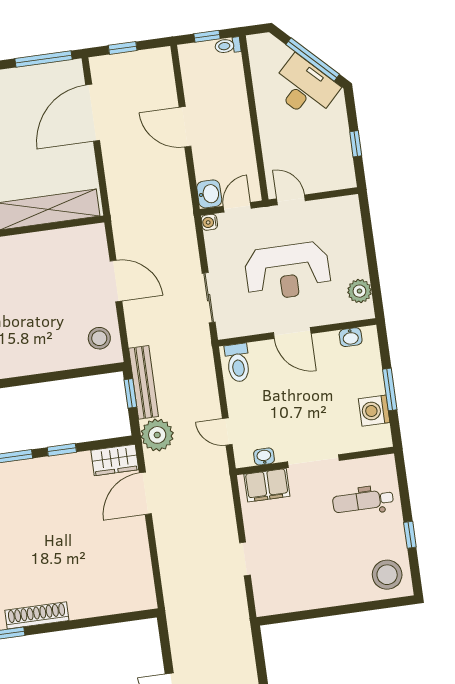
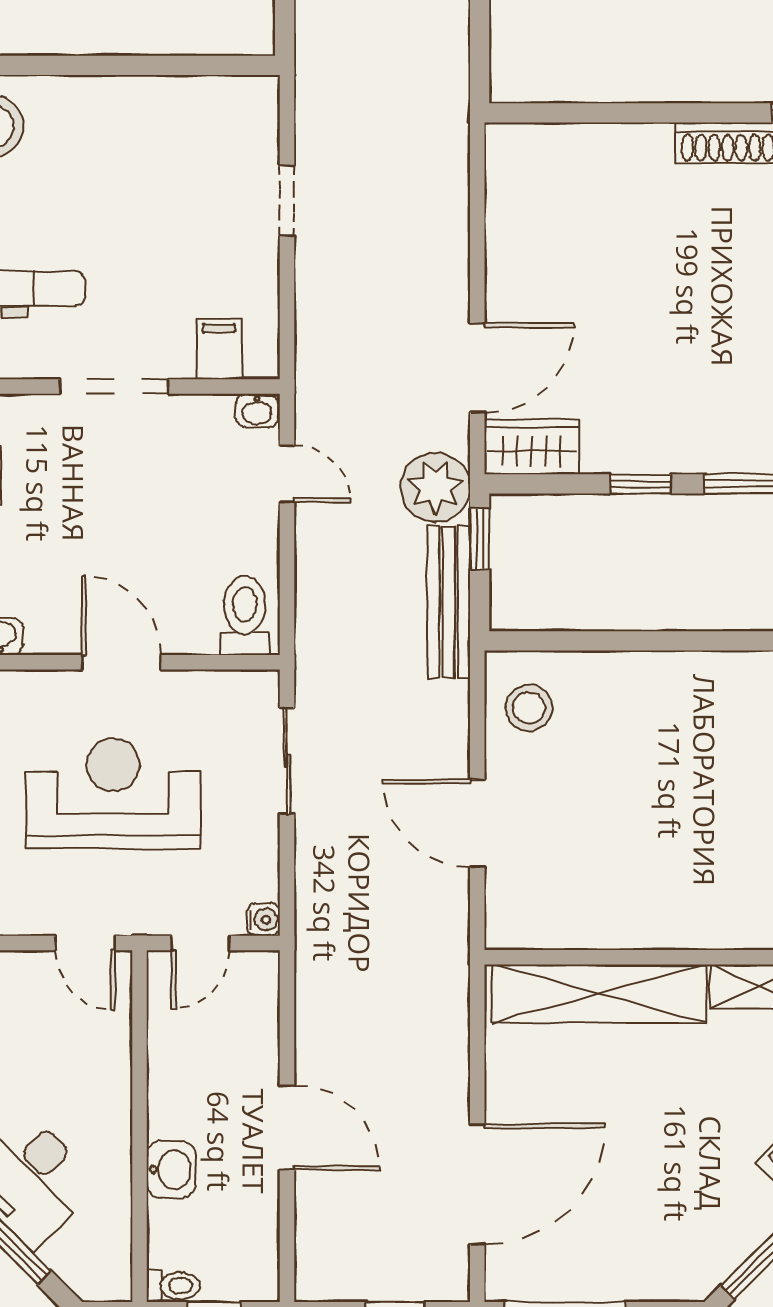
washbasin: (209, 194) -> (171, 1170), moved, turned 180
window: (130, 393) -> (480, 539), moved
washbasin: (264, 457) -> (257, 411), moved
filing cabinet: (267, 485) -> (219, 349), width x0.50

